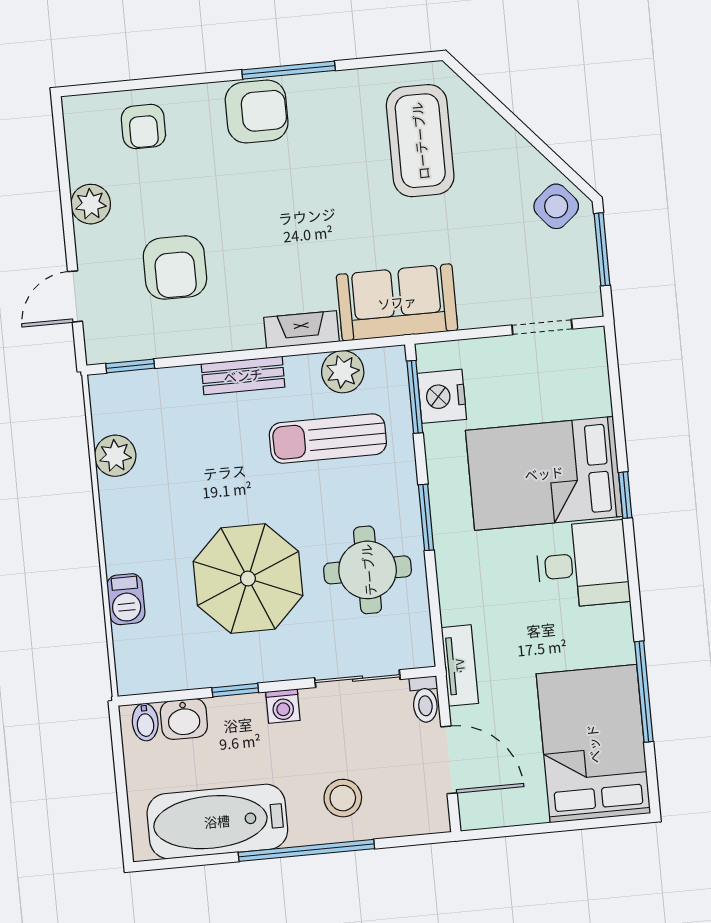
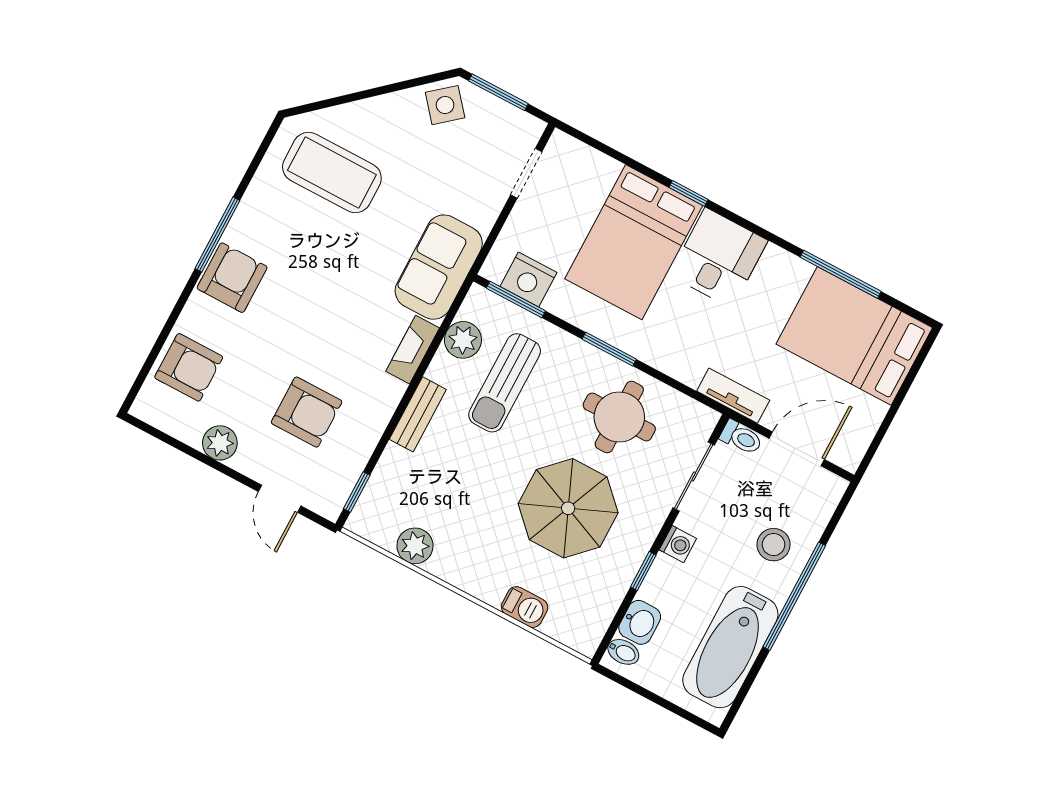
armchair: (143, 126) -> (189, 367), width x1.38, depth x1.38

